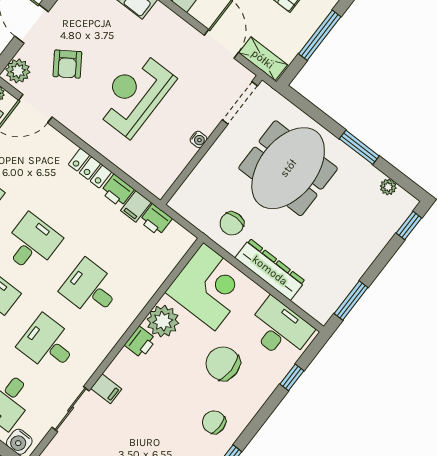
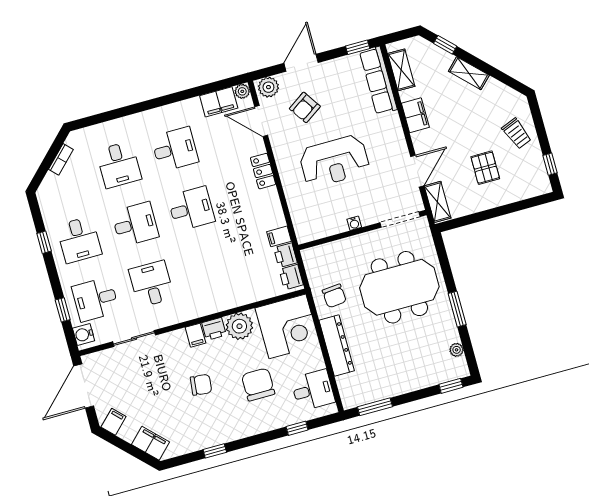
window: (320, 35) -> (487, 215), removed
reception desk: (135, 94) -> (334, 161), turned 180
locker: (90, 168) -> (263, 171), moved
printer: (117, 191) -> (291, 277), moved
chair: (232, 224) -> (334, 296), turned -95
desk: (91, 289) -> (208, 268), removed
desk: (280, 329) -> (313, 390), width x0.73
filing cabinet: (106, 389) -> (195, 335), moved
chair: (214, 422) -> (201, 385), moved, turned 96

